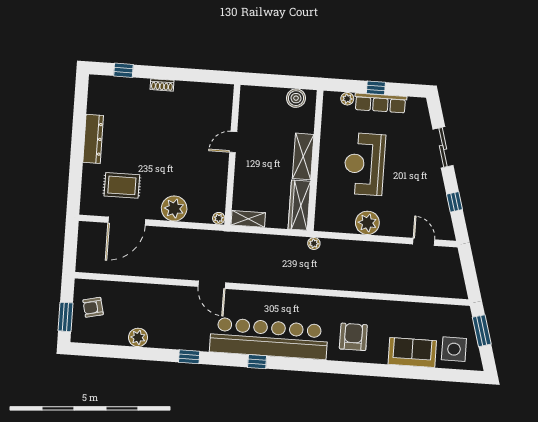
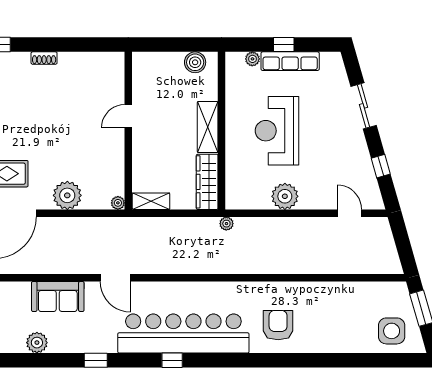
sofa: (412, 352) -> (58, 296), moved, turned 180

